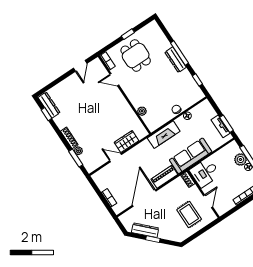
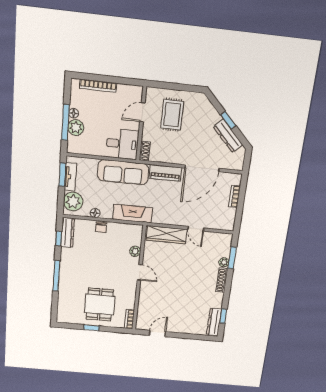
dresser: (176, 60) -> (68, 232), moved
door: (114, 80) -> (140, 272), moved
plant: (207, 112) -> (73, 202), added
wardrobe: (126, 142) -> (167, 235), width x1.50

